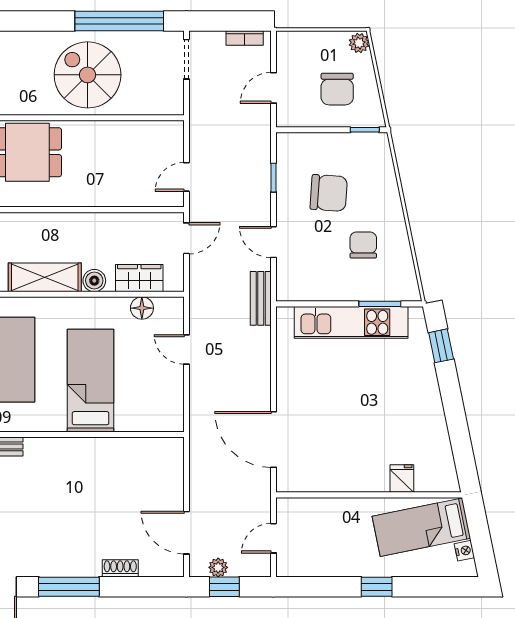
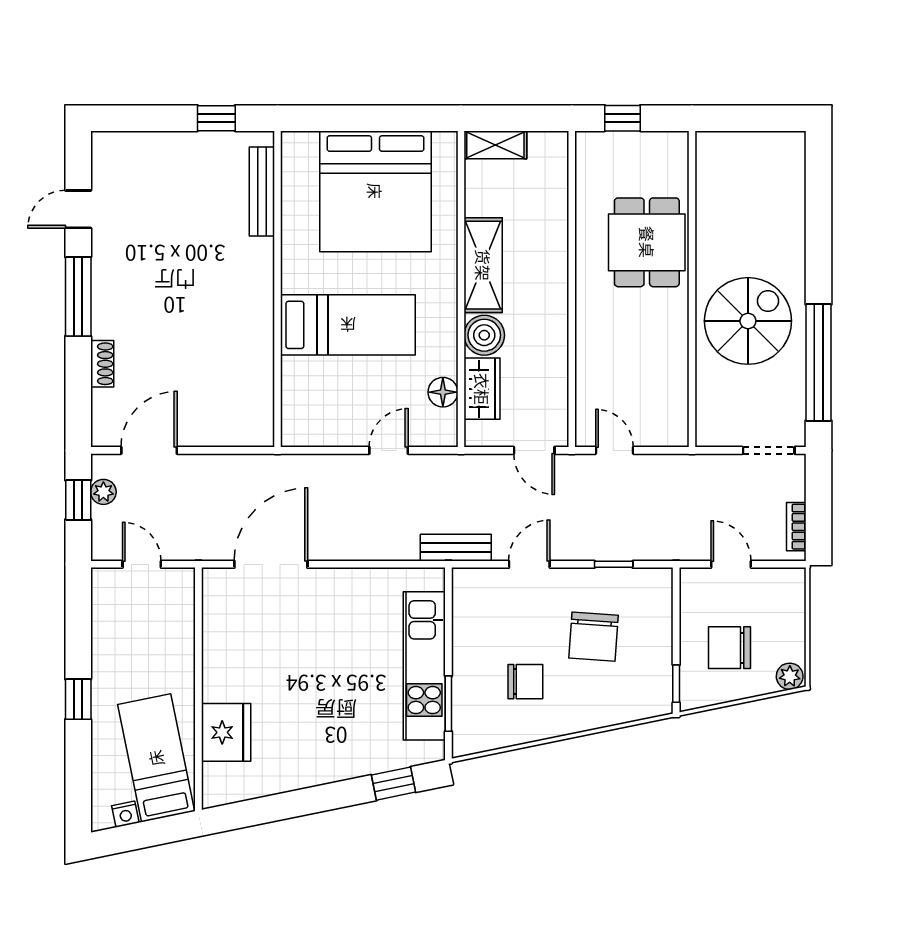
boiler: (94, 281) -> (484, 335), width x1.36, depth x1.36
fridge: (402, 478) -> (226, 732), width x1.88, depth x1.34

